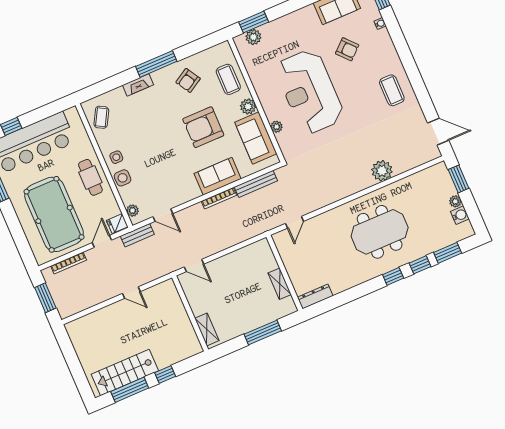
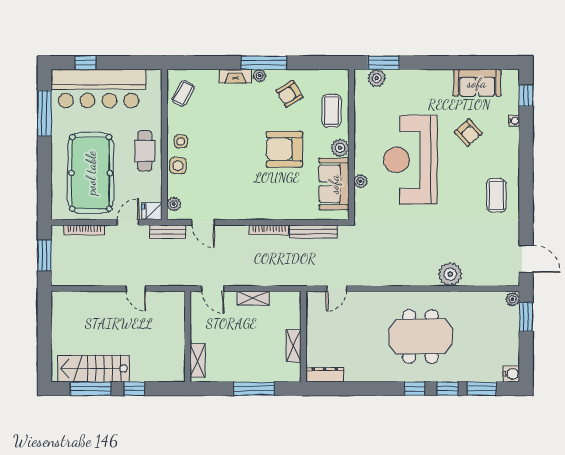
plant: (157, 76) -> (260, 76), added
sofa: (218, 176) -> (277, 206), removed
plant: (455, 201) -> (513, 299), moved
water cooler: (460, 215) -> (511, 374), moved
shelving: (230, 259) -> (253, 298), added

